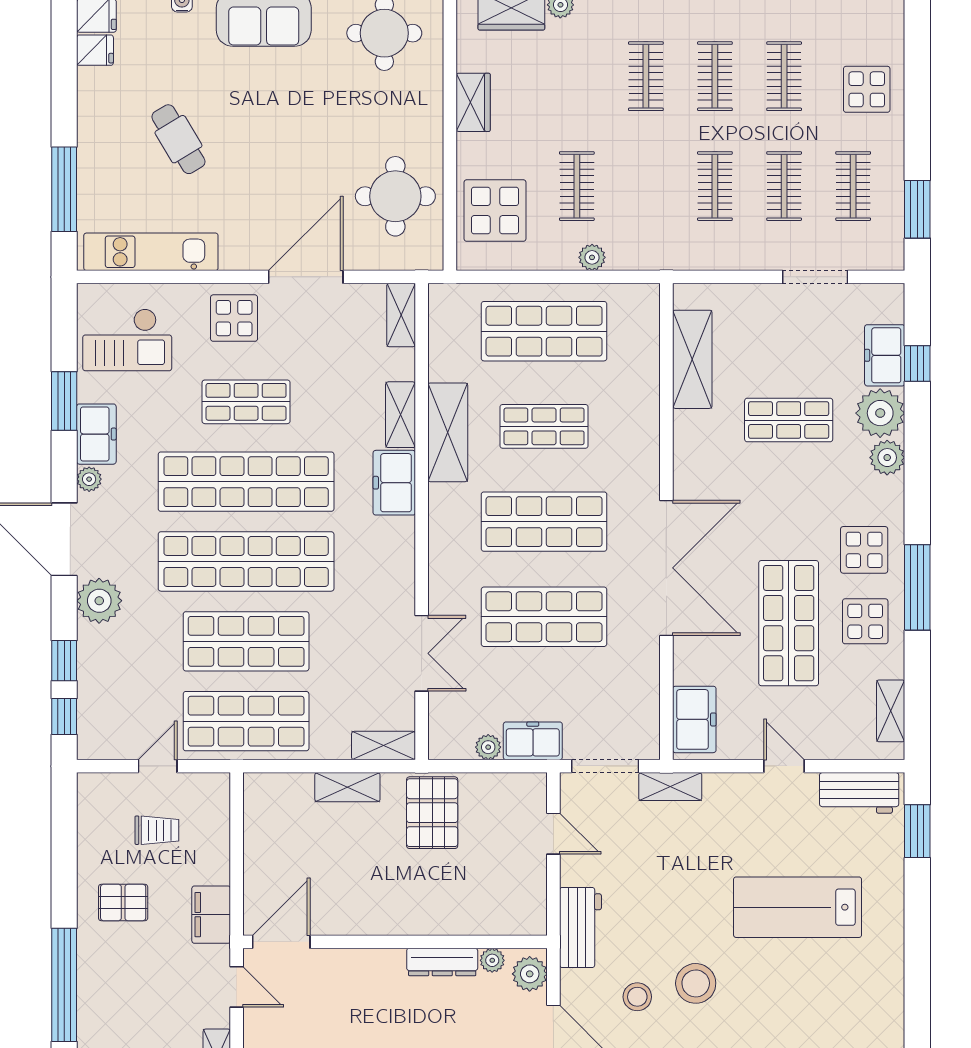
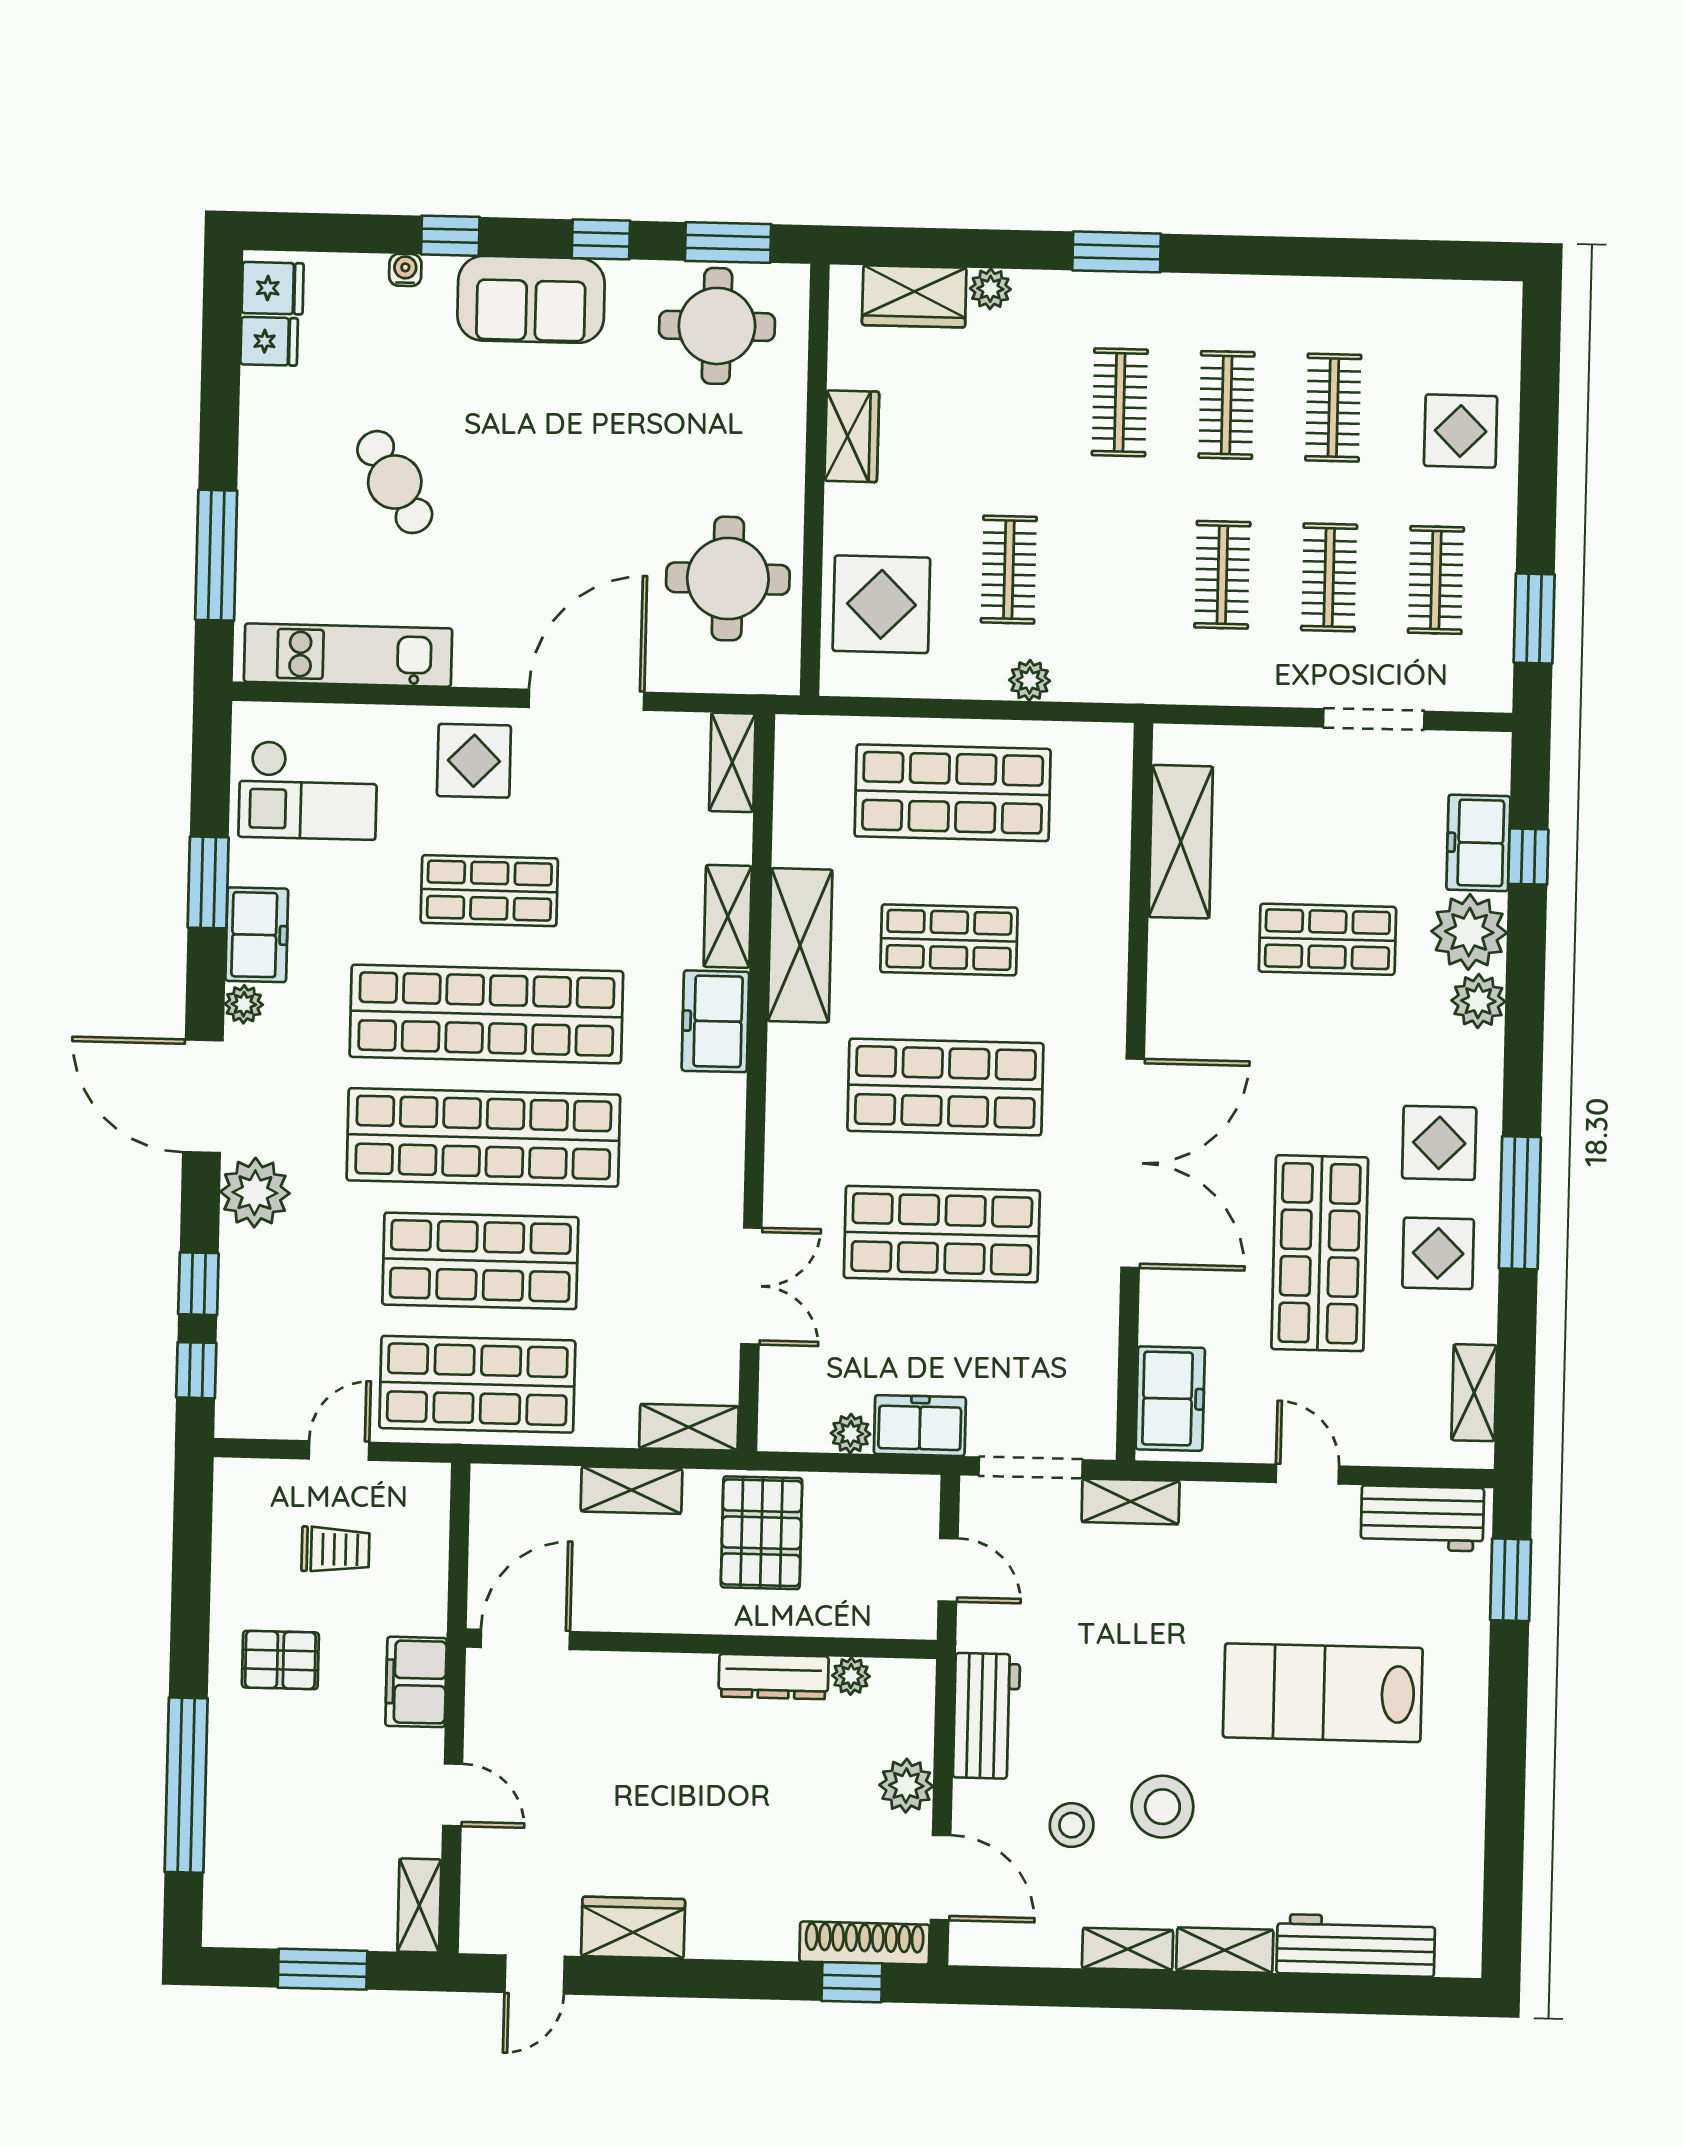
door: (281, 942) -> (525, 1639), moved
wall: (395, 942) -> (701, 1644), moved
plant: (492, 960) -> (851, 1676), moved
dresser: (442, 962) -> (774, 1677), moved

